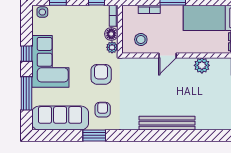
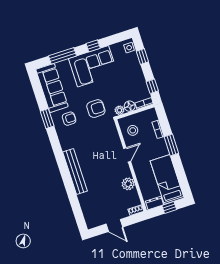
door: (167, 55) -> (127, 155), swing flipped

